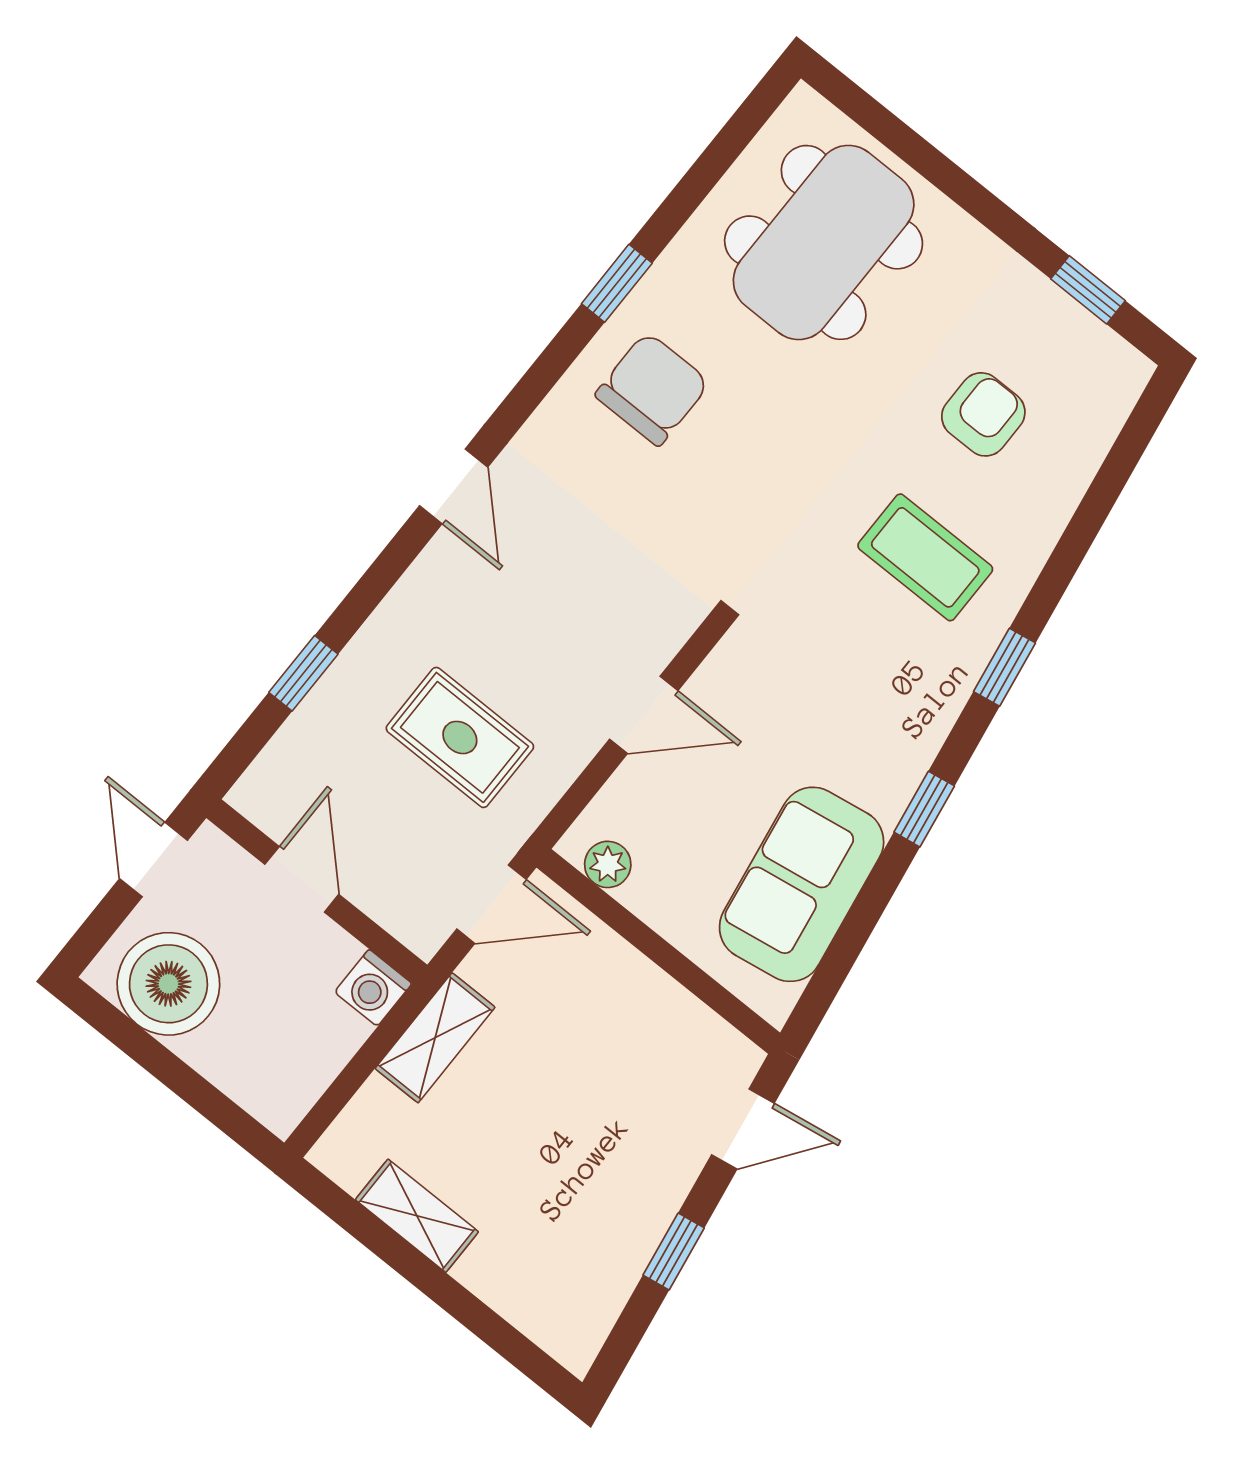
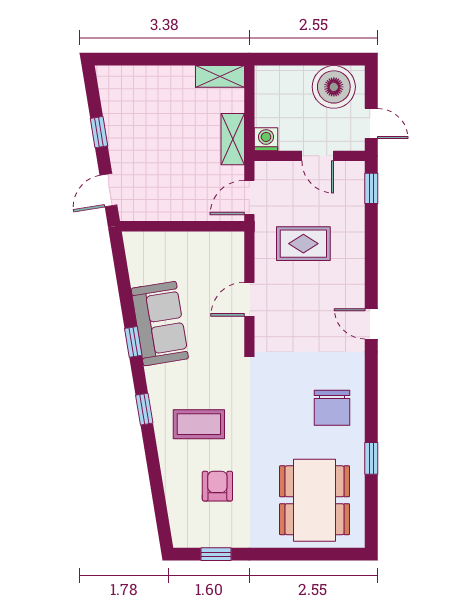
window: (617, 283) -> (371, 458), moved
armchair: (983, 414) -> (217, 486), turned 180
window: (303, 673) -> (371, 188), moved
plant: (608, 864) -> (222, 241), removed
sofa: (802, 884) -> (160, 324), moved
shelving: (417, 1216) -> (220, 76), moved

